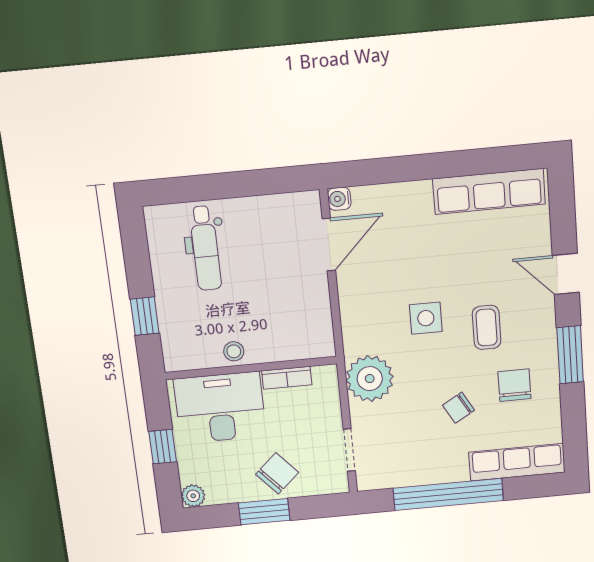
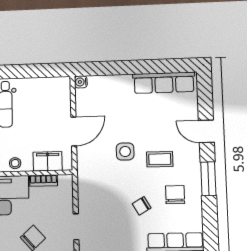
door: (329, 245) -> (74, 131), moved
coffee table: (487, 327) -> (160, 159), turned 90
filing cabinet: (291, 344) -> (48, 161), added
plant: (370, 379) -> (91, 185), removed

